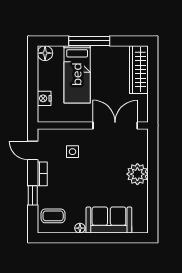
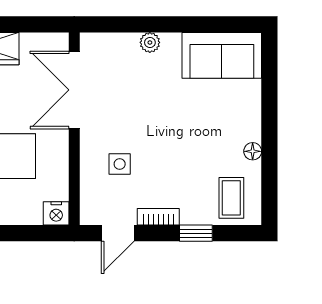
nightstand: (44, 98) -> (56, 213), moved
plant: (137, 174) -> (150, 42), width x0.53, depth x0.53
sofa: (109, 220) -> (222, 55), moved, turned -90

